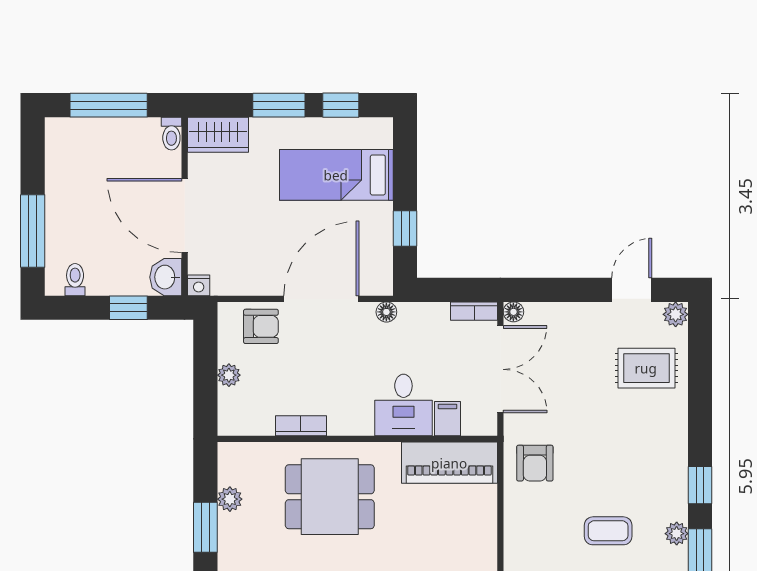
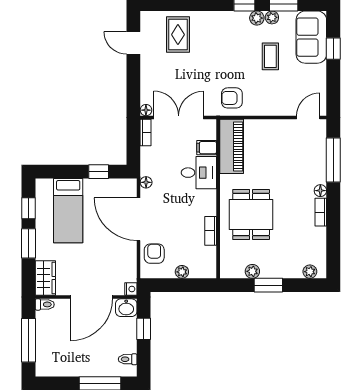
plant: (676, 314) -> (257, 18), moved
armchair: (535, 463) -> (232, 98), turned 180

